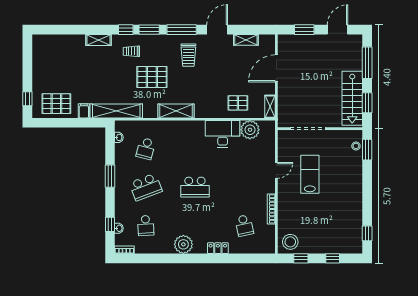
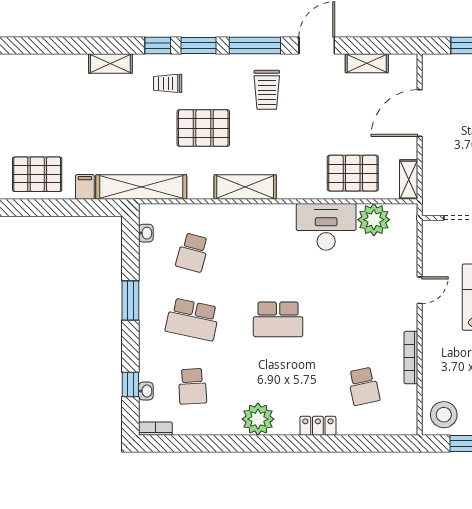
pallet: (238, 103) -> (353, 173), width x1.50, depth x1.42
school desk: (146, 187) -> (192, 319), turned 33

